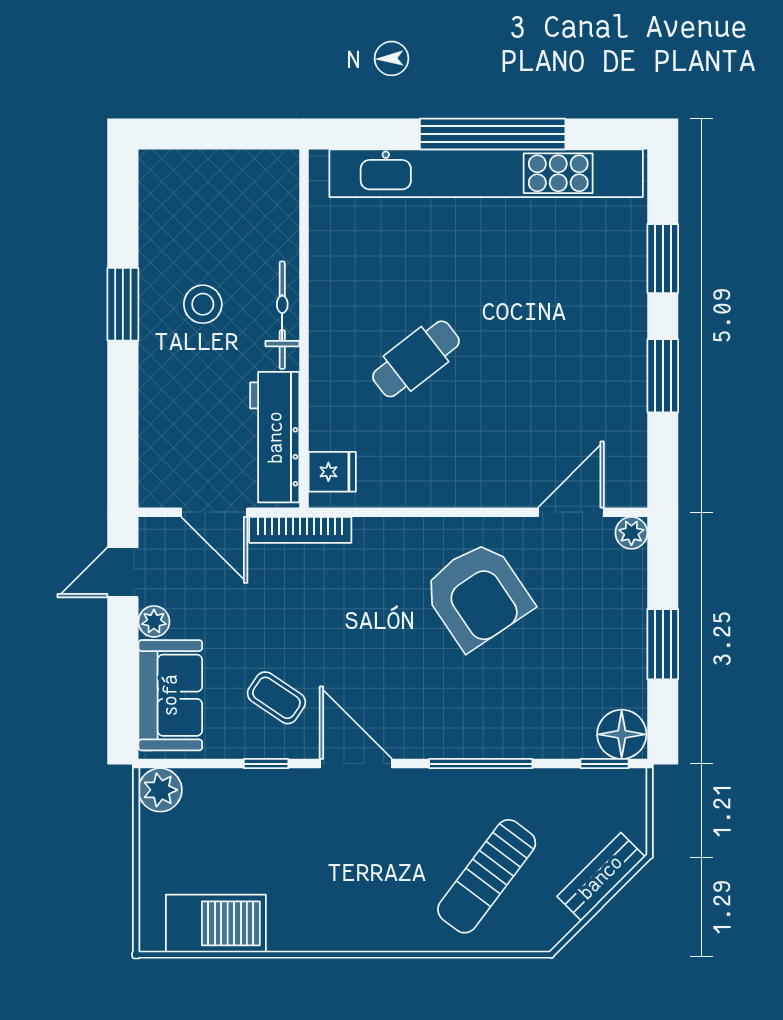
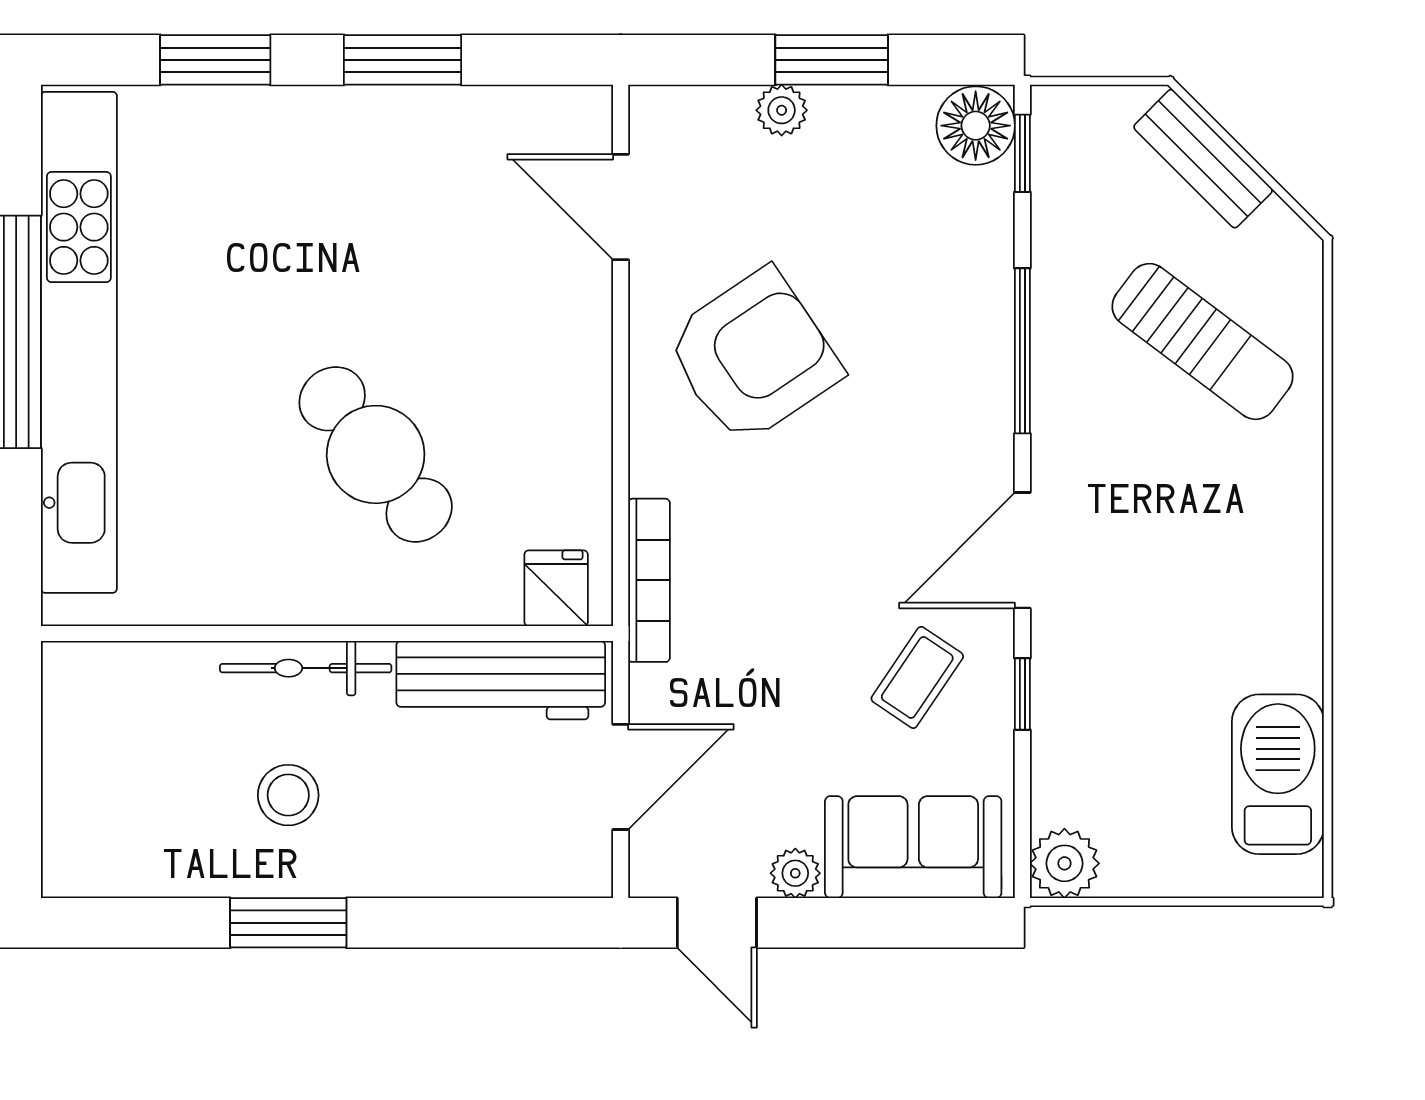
cafe table: (416, 359) -> (376, 454), width x1.37, depth x1.35
bookcase: (300, 530) -> (649, 580), moved
plant: (631, 533) -> (782, 110), moved

